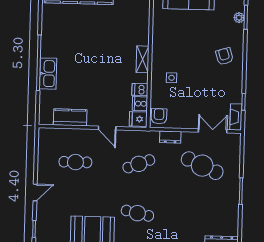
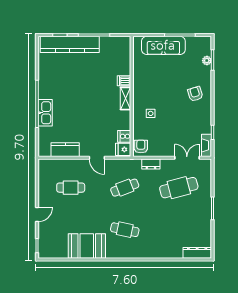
dishwasher: (140, 90) -> (124, 81), moved
cafe table: (202, 166) -> (179, 188), turned -39

